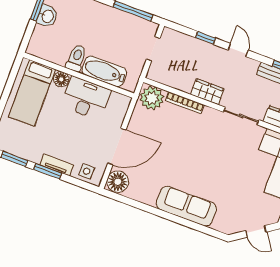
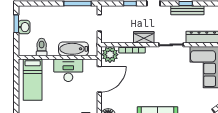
toilet: (76, 58) -> (42, 47), moved
floor lamp: (61, 79) -> (48, 64), removed
door: (117, 147) -> (99, 79), moved

